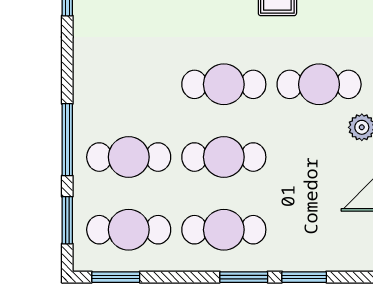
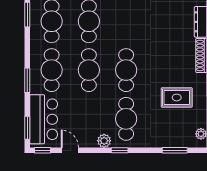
bar counter: (320, 245) -> (44, 119), added
window: (304, 277) -> (27, 128), moved

